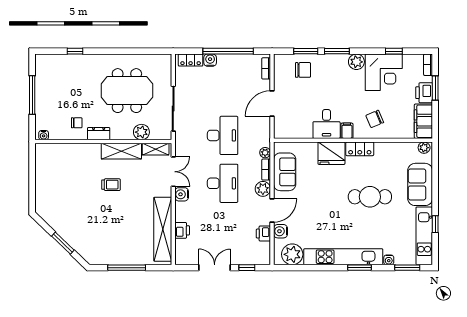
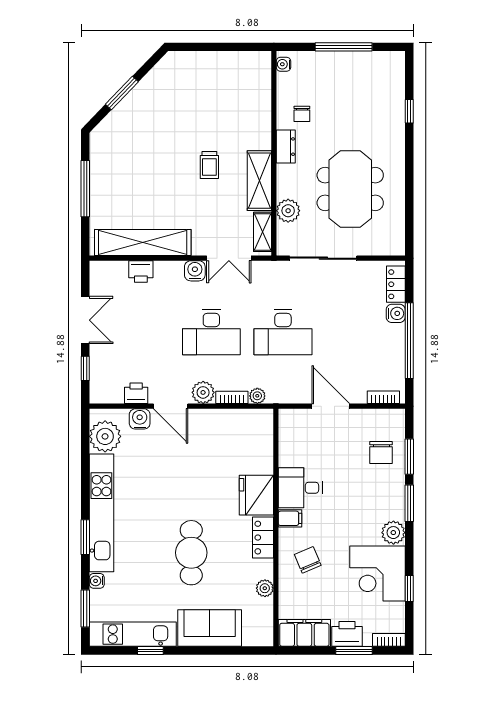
plant: (424, 148) -> (265, 588), moved
sofa: (285, 172) -> (229, 425), removed

